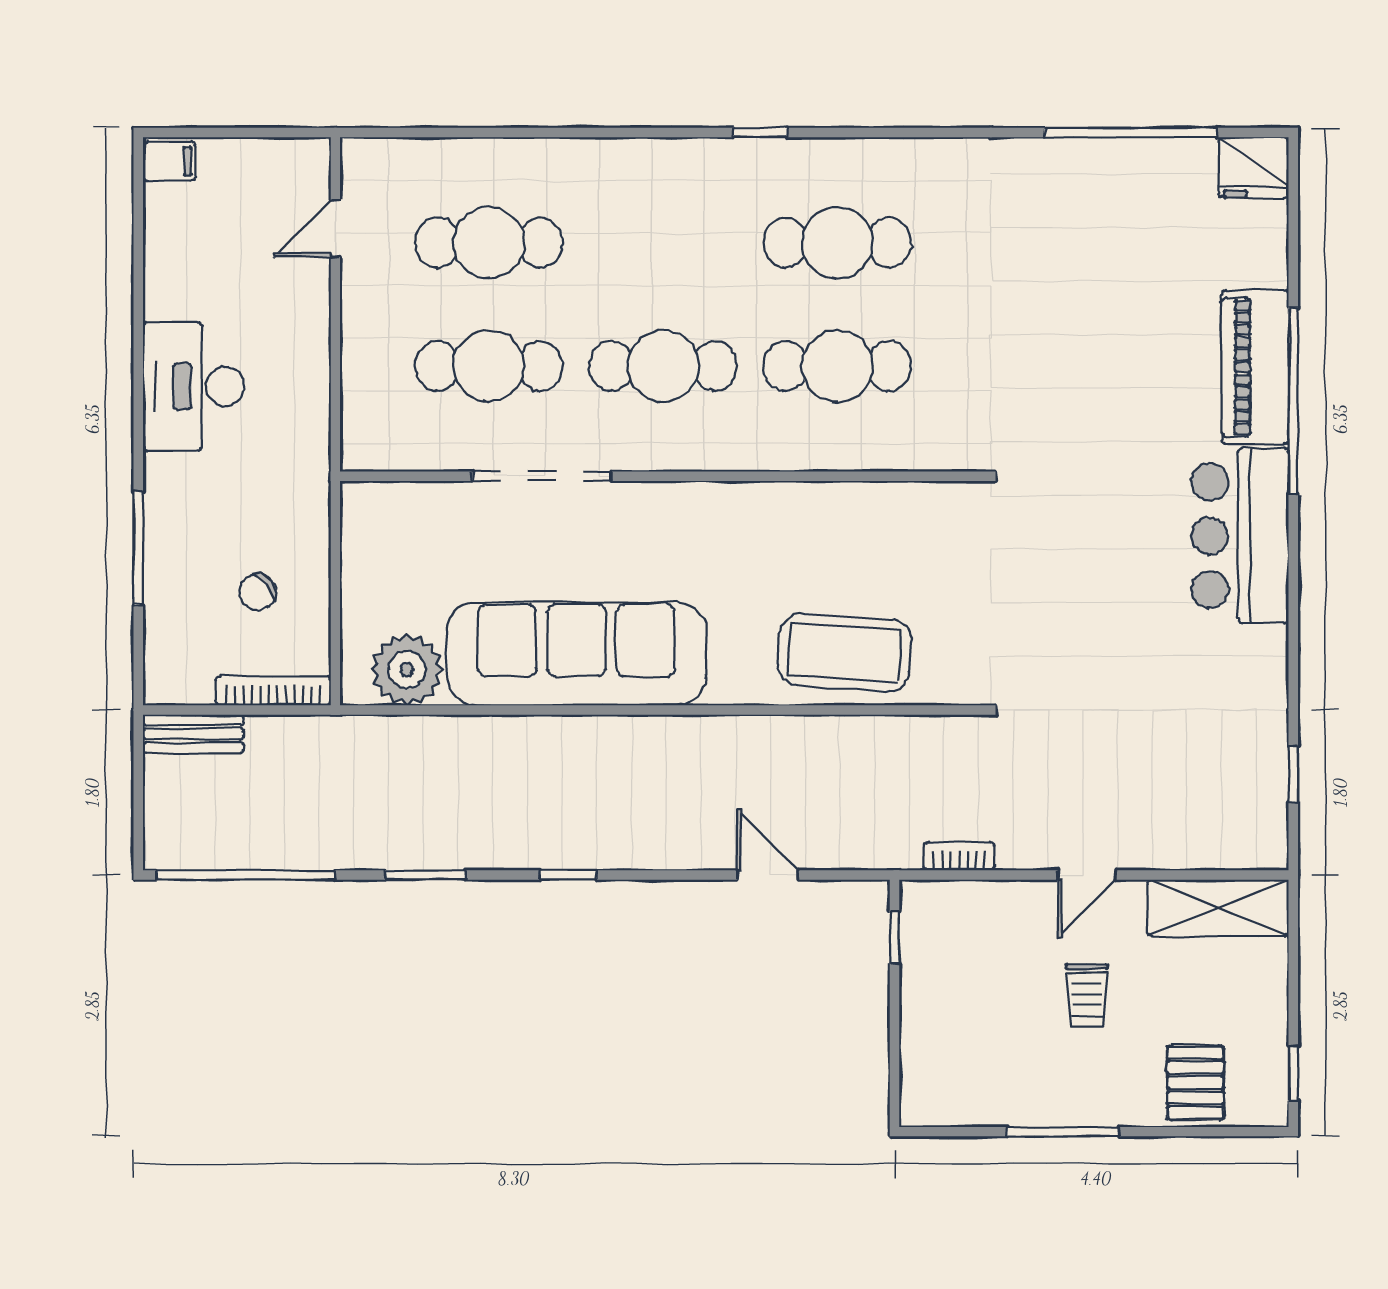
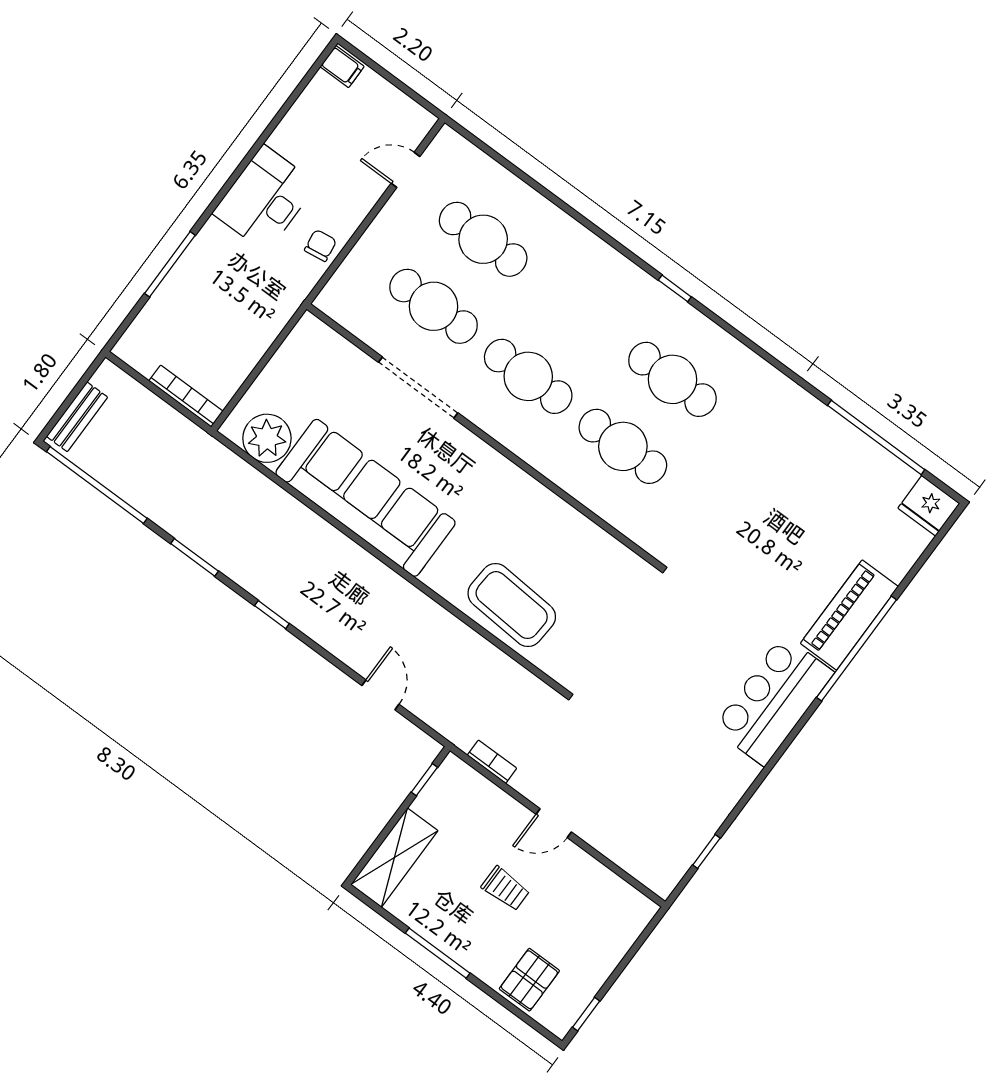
chair: (258, 592) -> (320, 245), moved, turned 121
bench: (193, 734) -> (77, 417), moved, turned 90
shelving: (1218, 908) -> (394, 858), moved, turned 90
trolley: (1087, 995) -> (505, 889), turned -90

